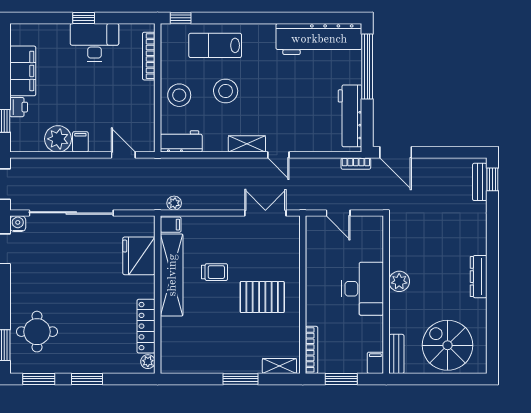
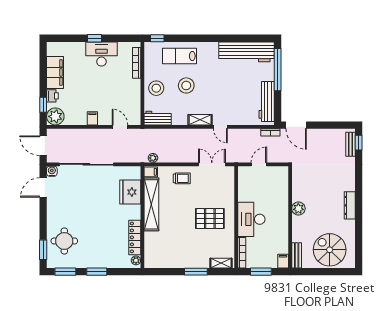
plant: (58, 139) -> (55, 116), moved
door: (338, 213) -> (259, 164), swing flipped
trolley: (215, 272) -> (182, 178), moved
desk: (363, 289) -> (251, 219), moved, turned 180

